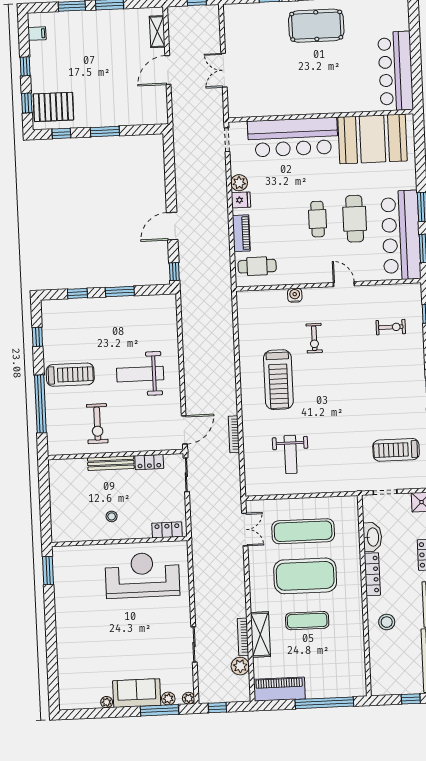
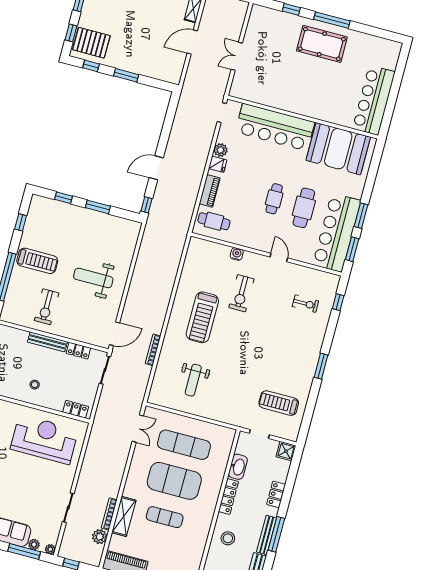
exercise bike: (314, 338) -> (241, 293), width x1.38, depth x1.39

